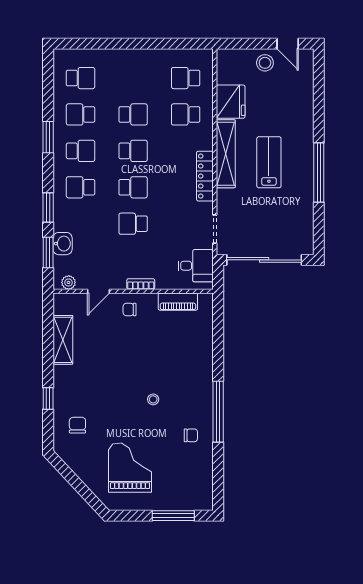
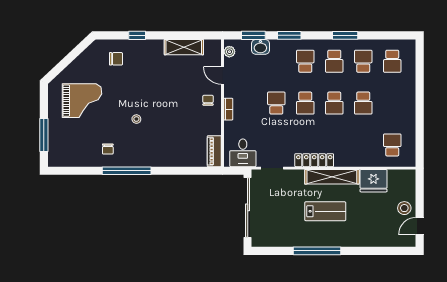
school desk: (186, 114) -> (363, 145), removed
piano: (178, 302) -> (214, 151), moved

